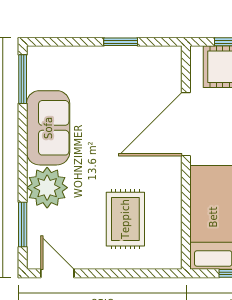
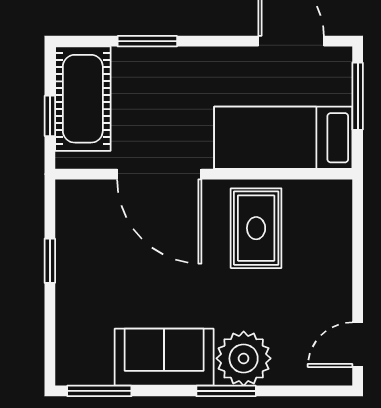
rug: (125, 219) -> (256, 228), moved, turned 90
window: (23, 225) -> (226, 391), moved

